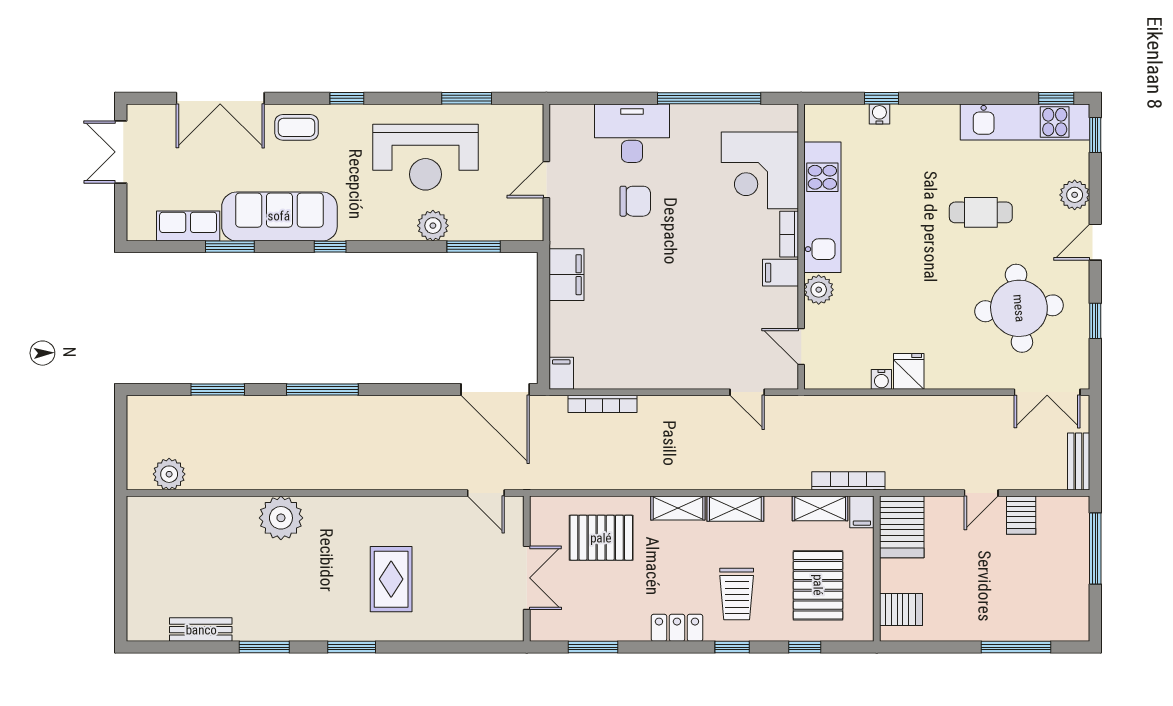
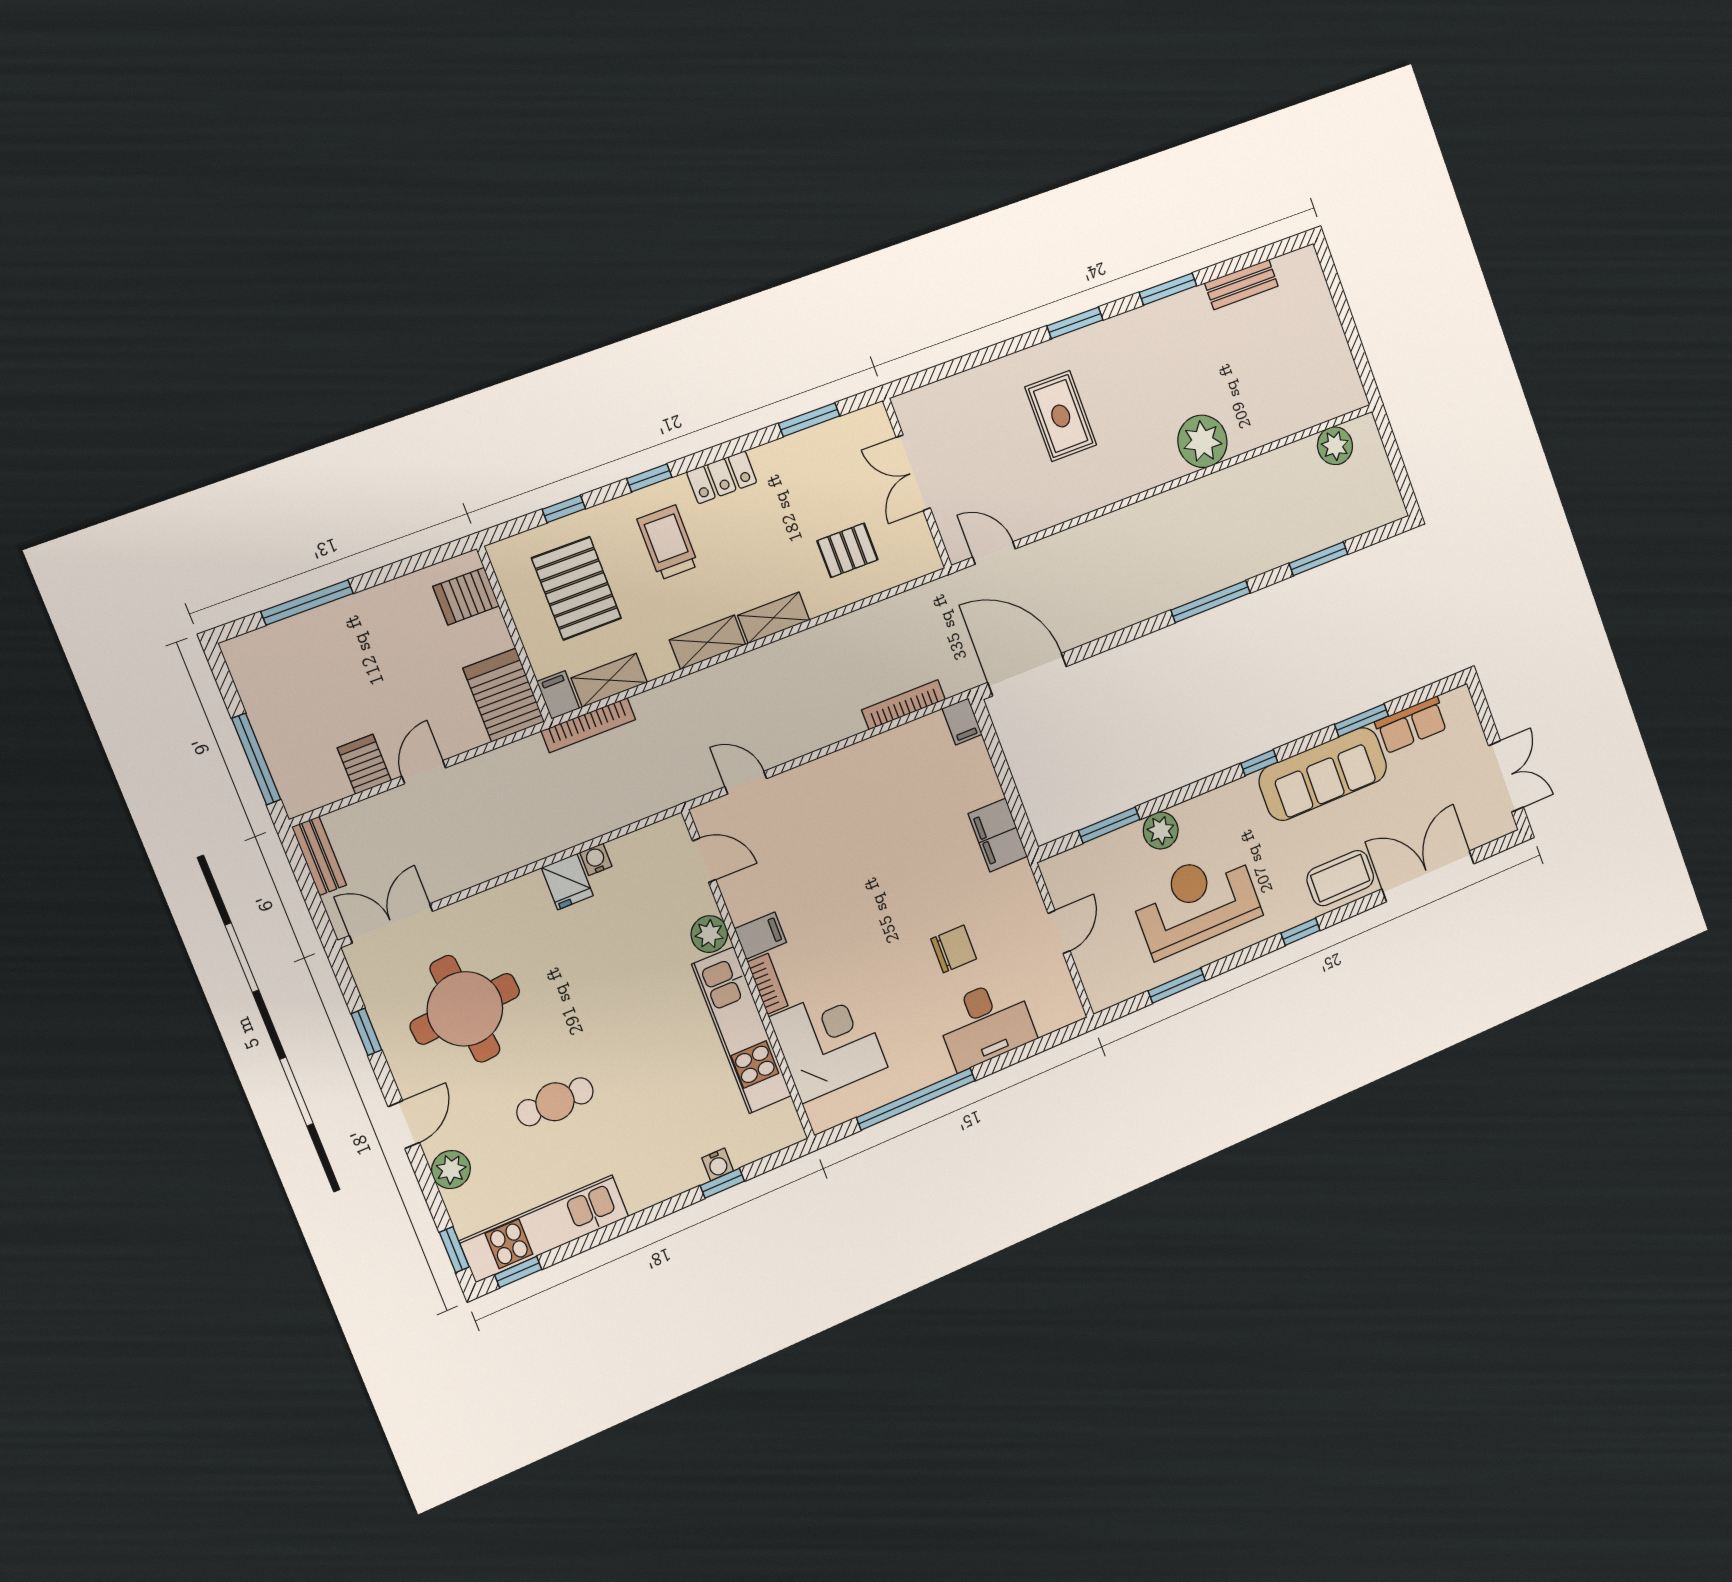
coffee table: (297, 127) -> (1340, 878), width x1.36, depth x1.30
chair: (635, 201) -> (954, 949), turned 180
pallet: (601, 538) -> (847, 550), width x0.67, depth x0.71

